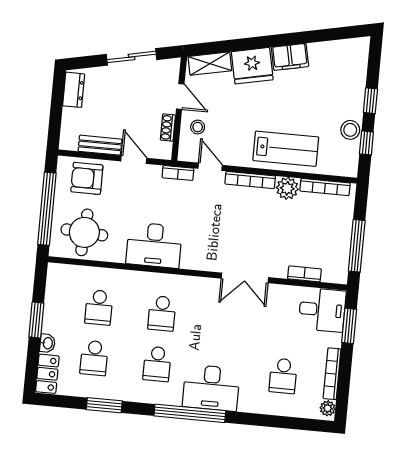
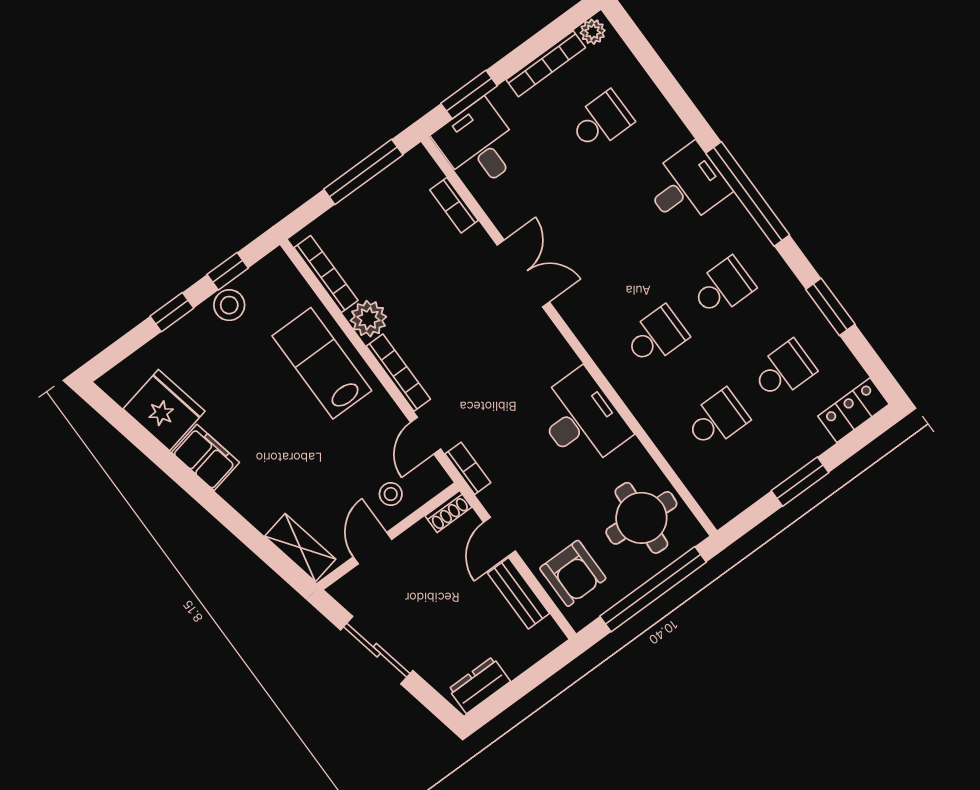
fridge: (252, 66) -> (164, 410), moved
shoe rack: (168, 128) -> (448, 512), moved
washbasin: (47, 343) -> (816, 443), removed
desk: (211, 388) -> (686, 186), width x0.73

